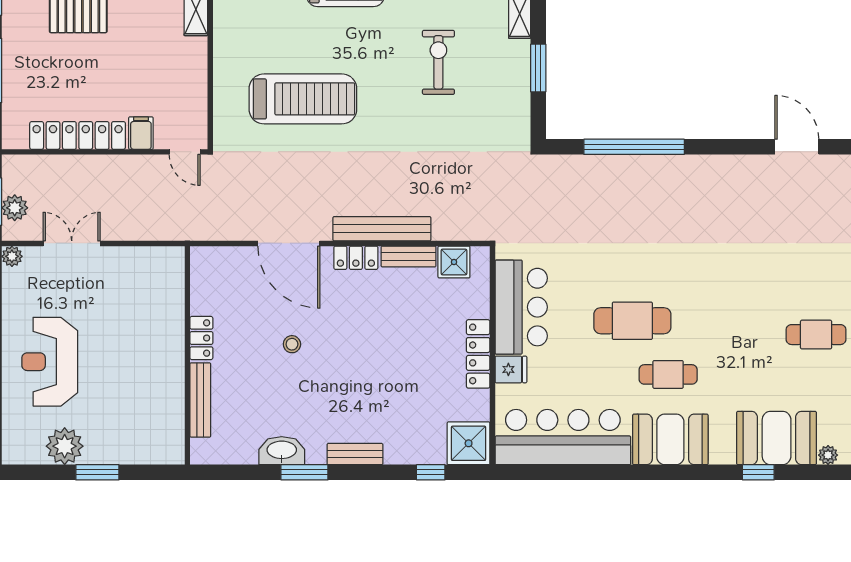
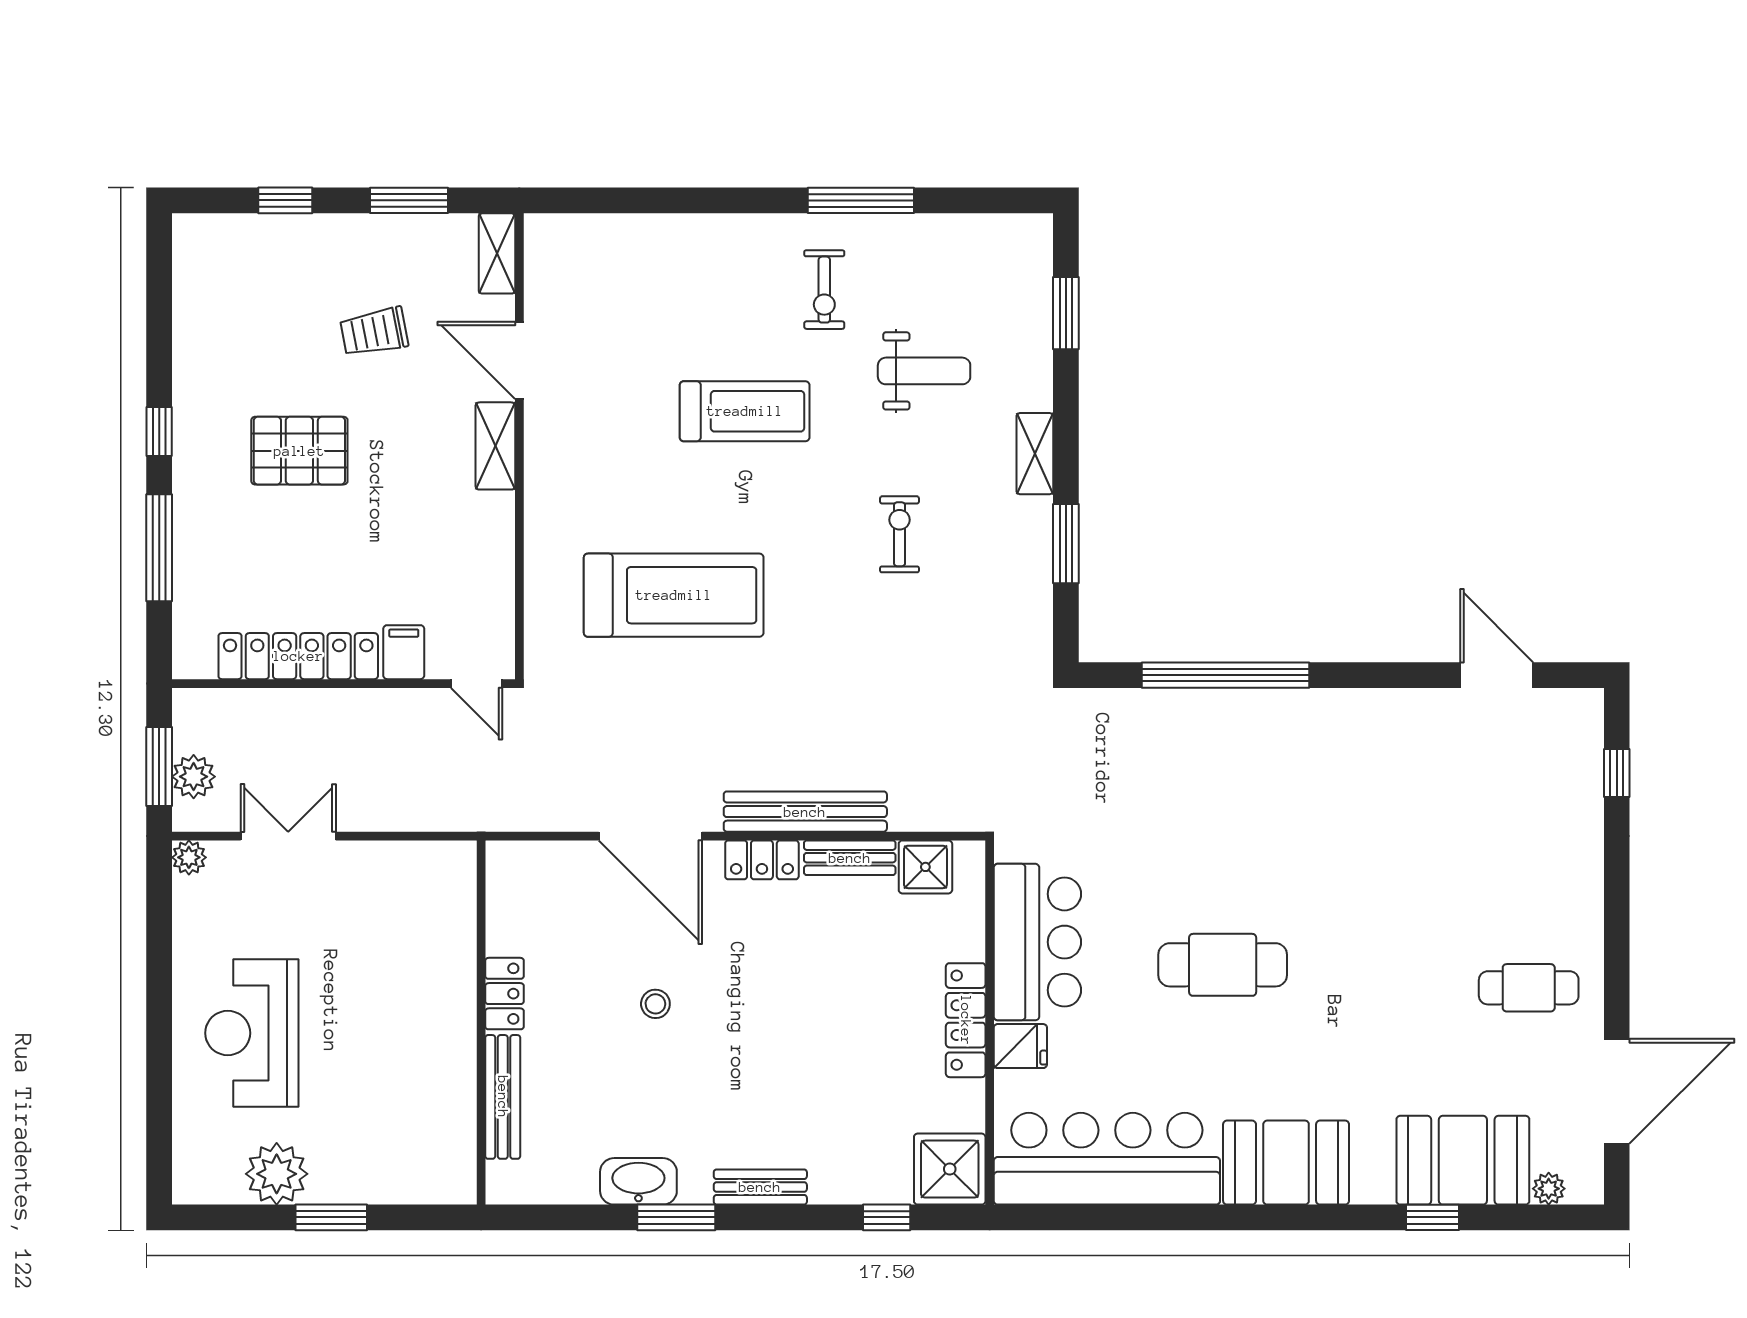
exercise bike: (438, 62) -> (900, 534), width x0.73, depth x0.72
cafe table: (668, 374) -> (1282, 1054), removed

